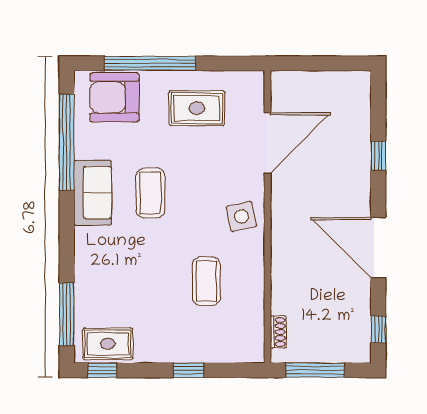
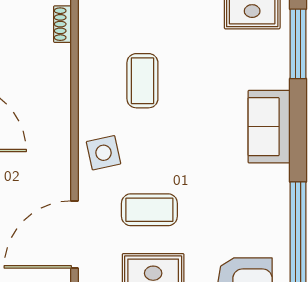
sofa: (93, 193) -> (269, 127), moved
coffee table: (150, 193) -> (149, 210), moved, turned 90

